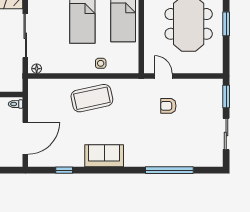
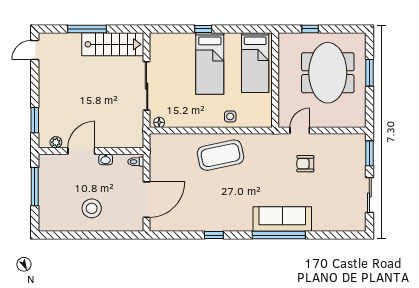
door: (163, 76) -> (300, 131), hinge flipped
sofa: (104, 156) -> (282, 219), moved, width x1.36
window: (64, 170) -> (214, 235), moved
window: (169, 170) -> (279, 235), moved

